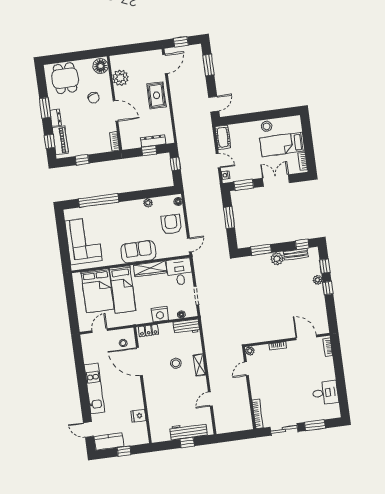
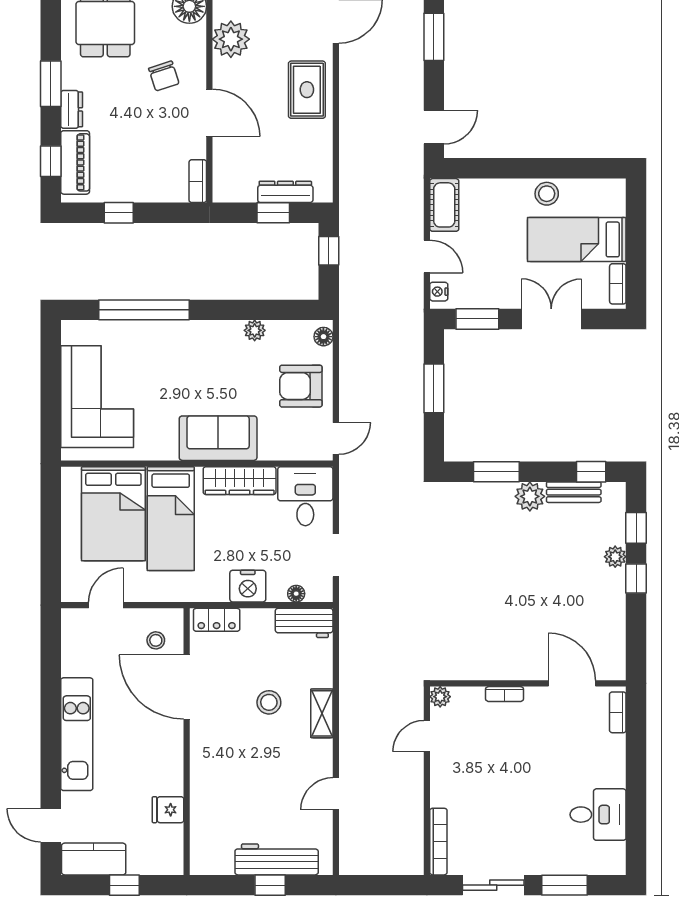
armchair: (171, 224) -> (301, 386), turned -90

